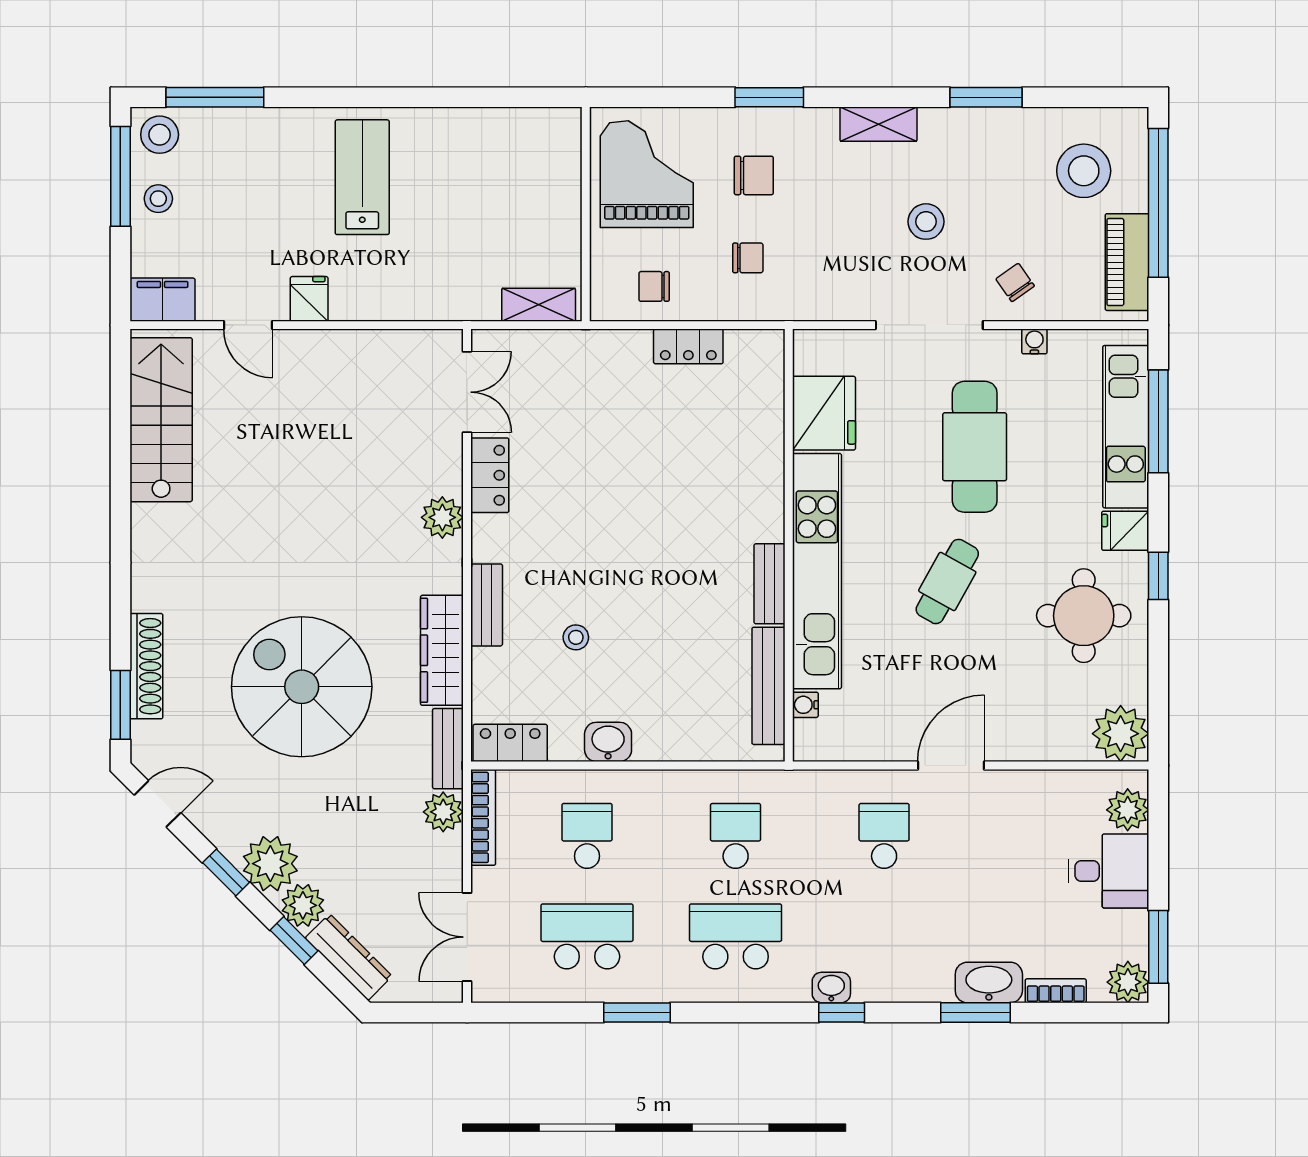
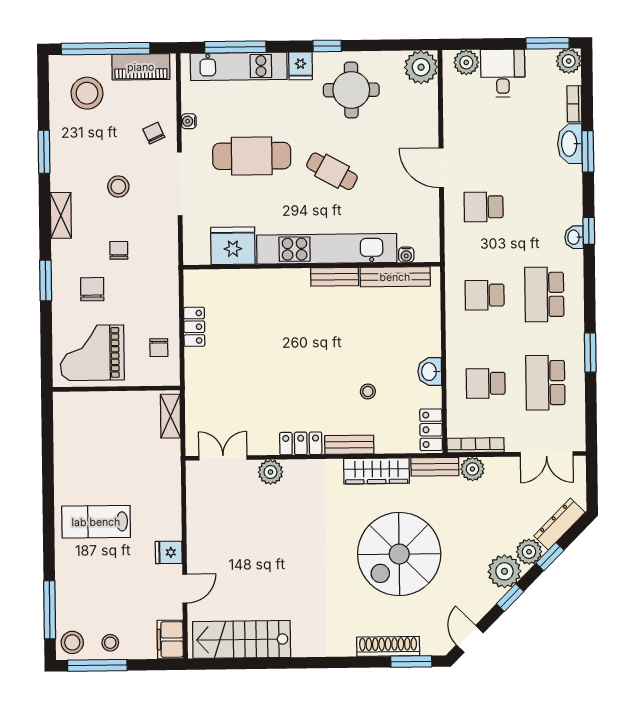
chair: (748, 258) -> (119, 250), moved
chair: (1015, 282) -> (154, 133), turned 101
locker: (490, 475) -> (301, 443), moved
plant: (442, 517) -> (271, 472), moved

